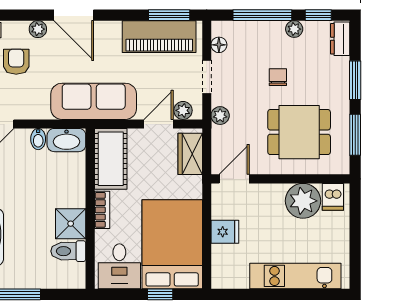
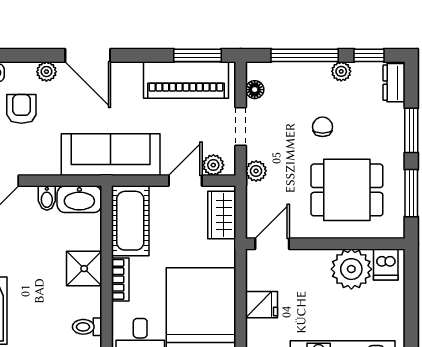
shower: (71, 224) -> (84, 269), moved
toilet: (68, 251) -> (87, 327), width x0.73, depth x0.72

